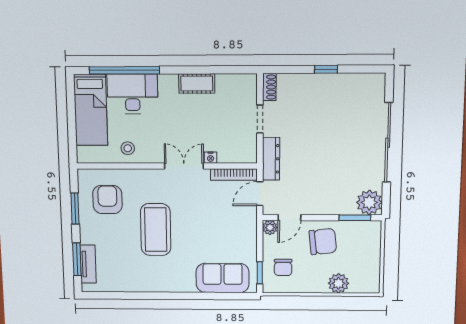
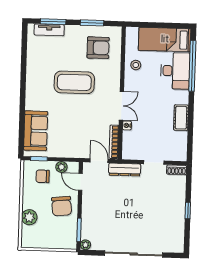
plant: (369, 202) -> (85, 245), width x0.53, depth x0.53
plant: (270, 228) -> (61, 167), moved

